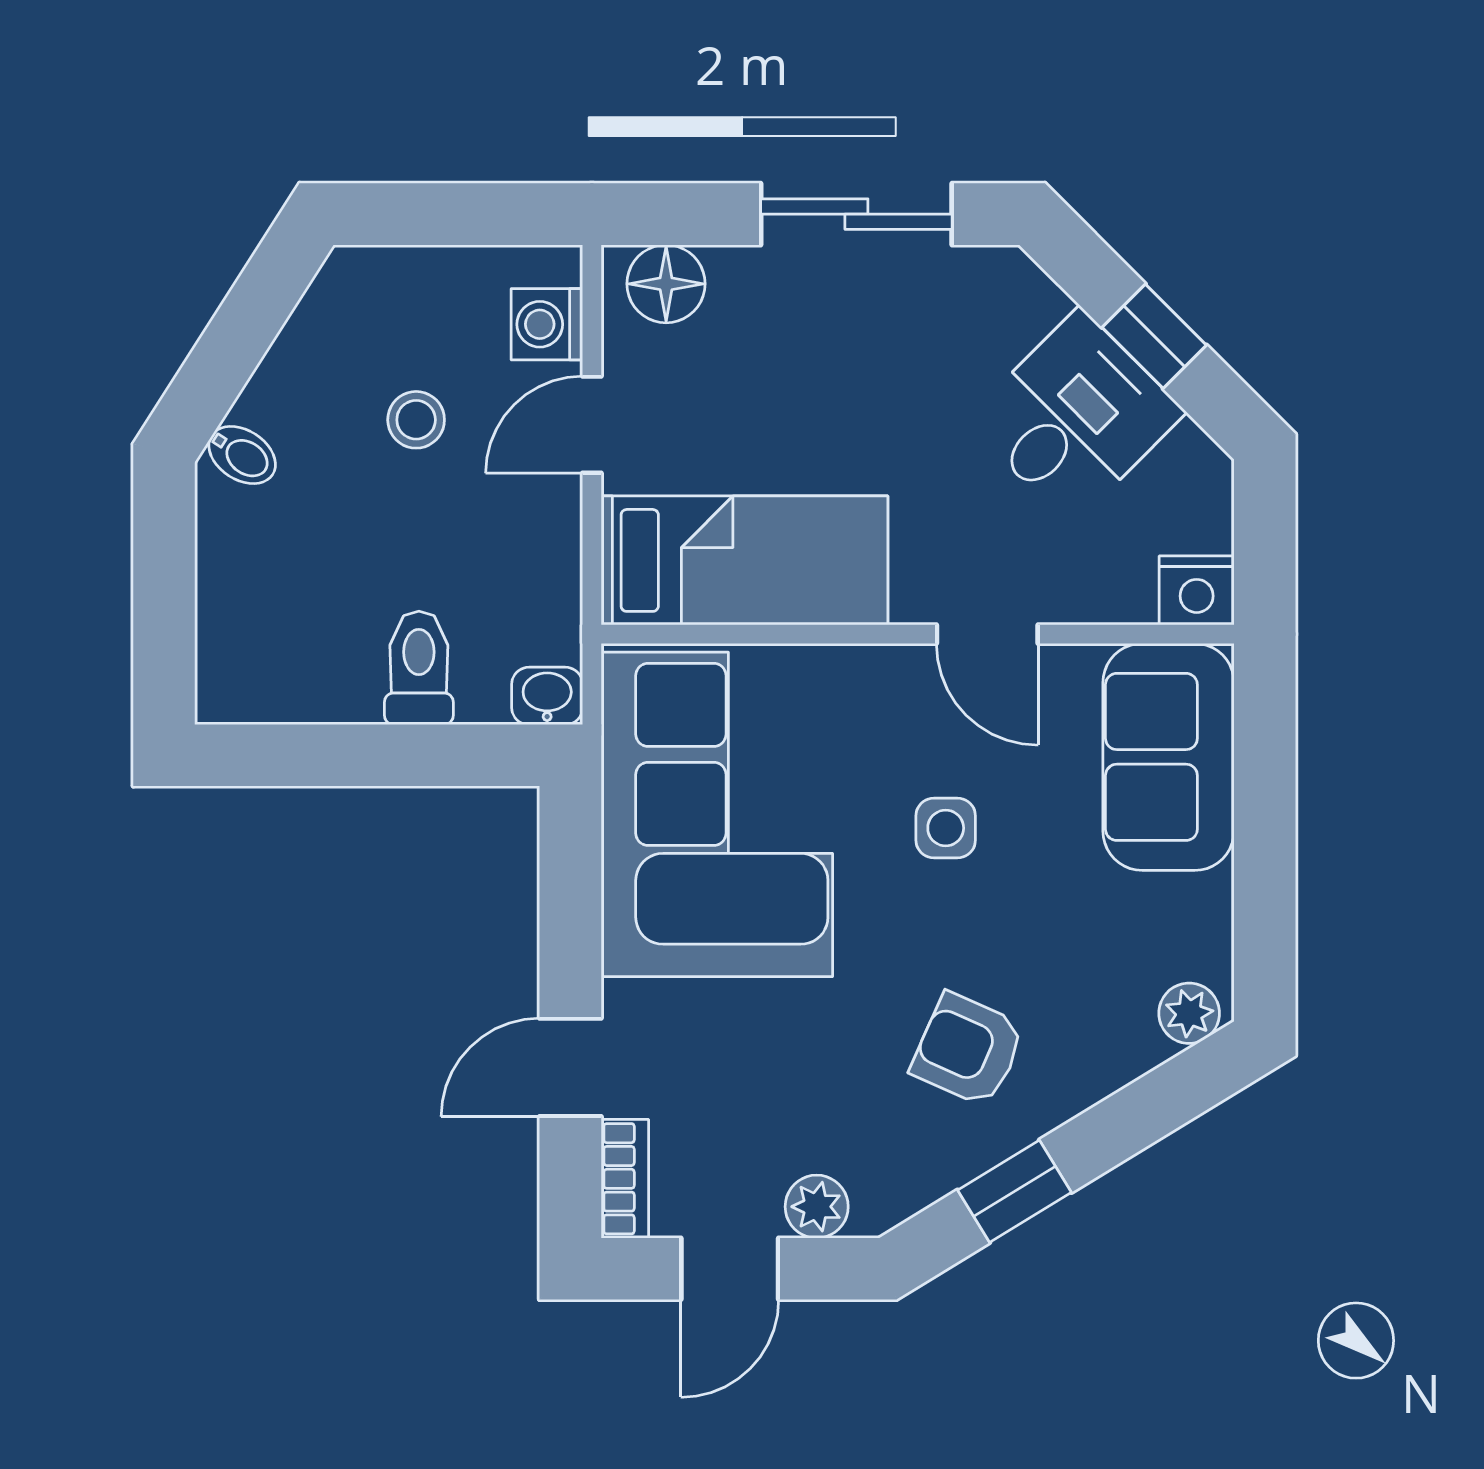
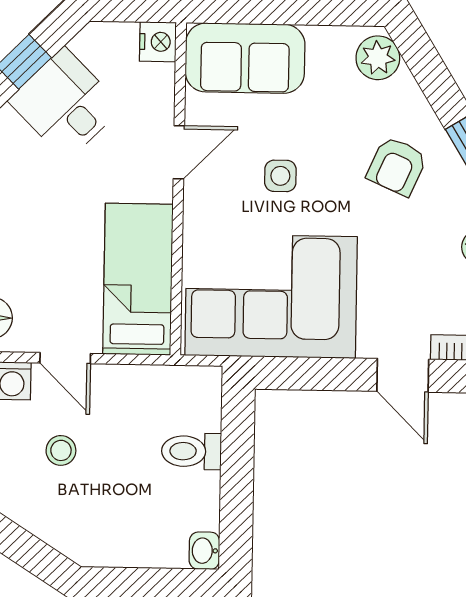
bidet: (242, 455) -> (78, 542), removed
washbasin: (547, 696) -> (204, 551), moved
plant: (1189, 1013) -> (378, 58), width x1.38, depth x1.38

